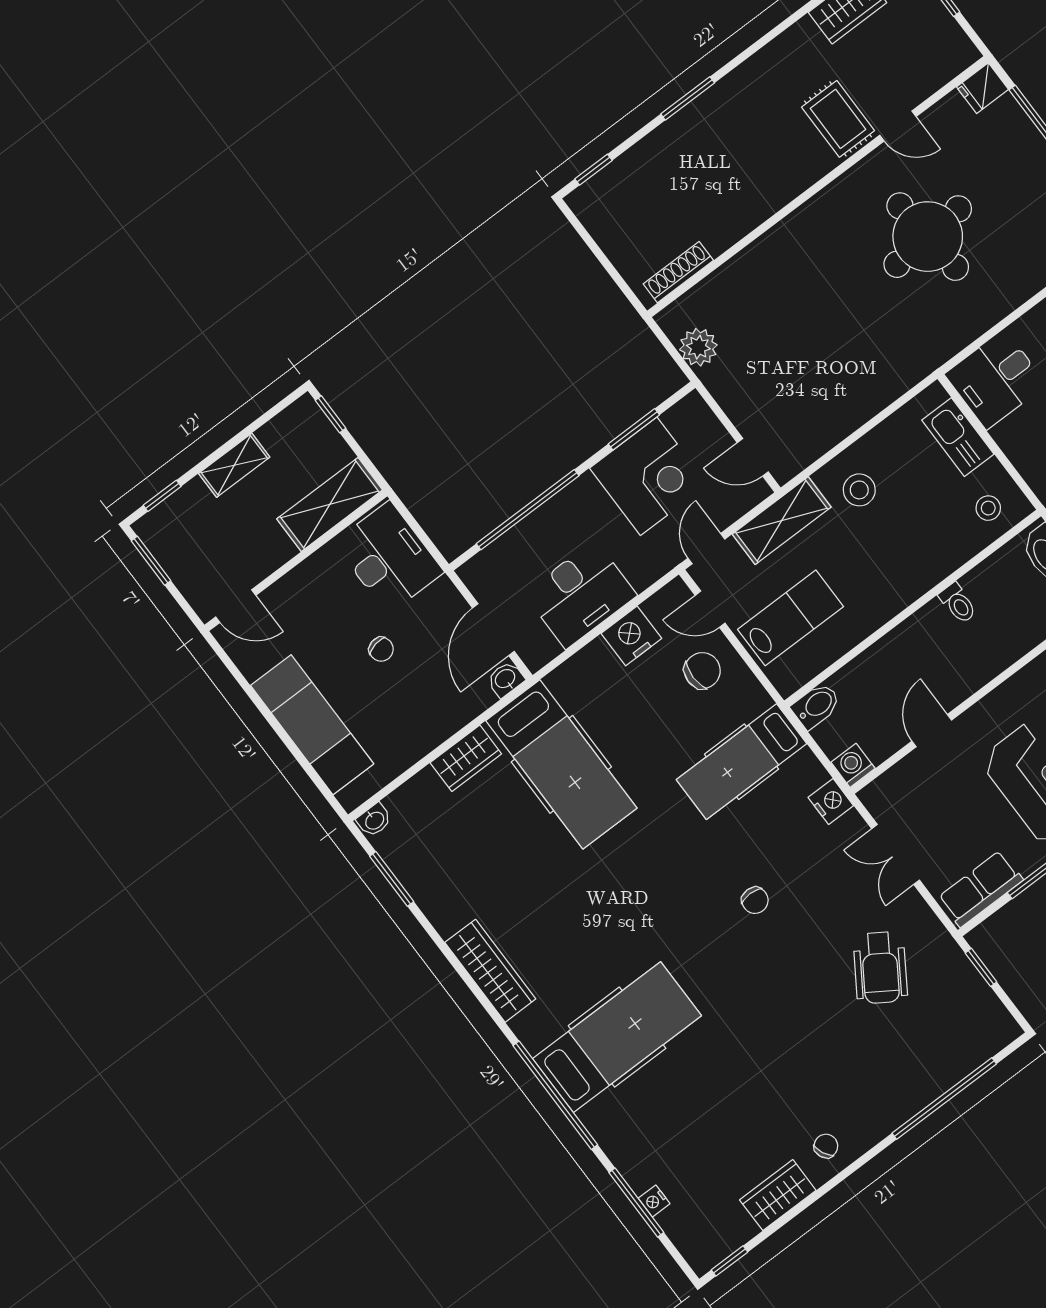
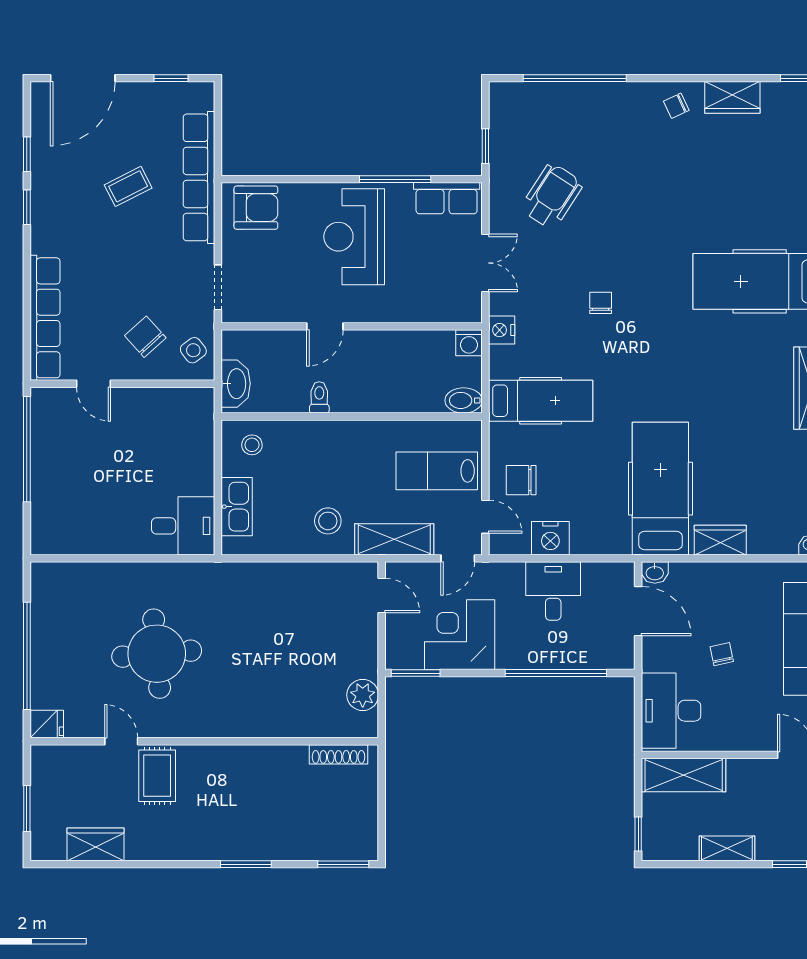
window: (594, 170) -> (343, 864), width x1.50
window: (634, 429) -> (416, 673), moved
desk: (580, 594) -> (553, 591), width x0.73
door: (493, 630) -> (638, 611), hinge flipped
door: (932, 731) -> (325, 326), moved

